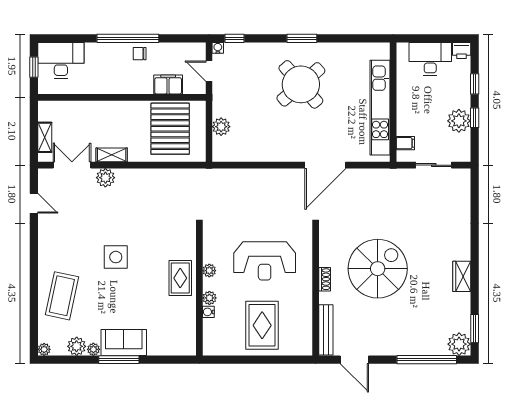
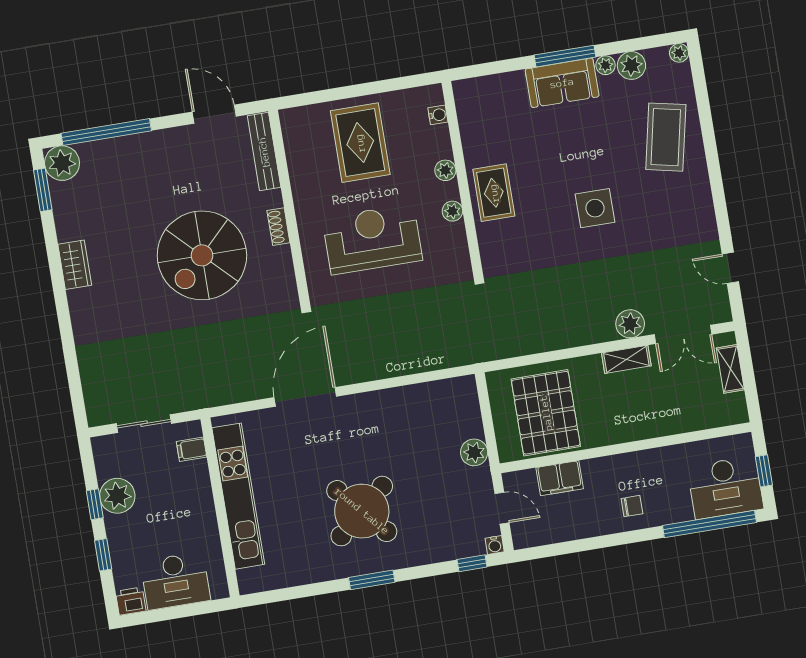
window: (128, 38) -> (709, 524), moved
chair: (140, 54) -> (632, 506), moved
plant: (221, 127) -> (474, 452), moved
water cooler: (208, 312) -> (438, 115), moved

